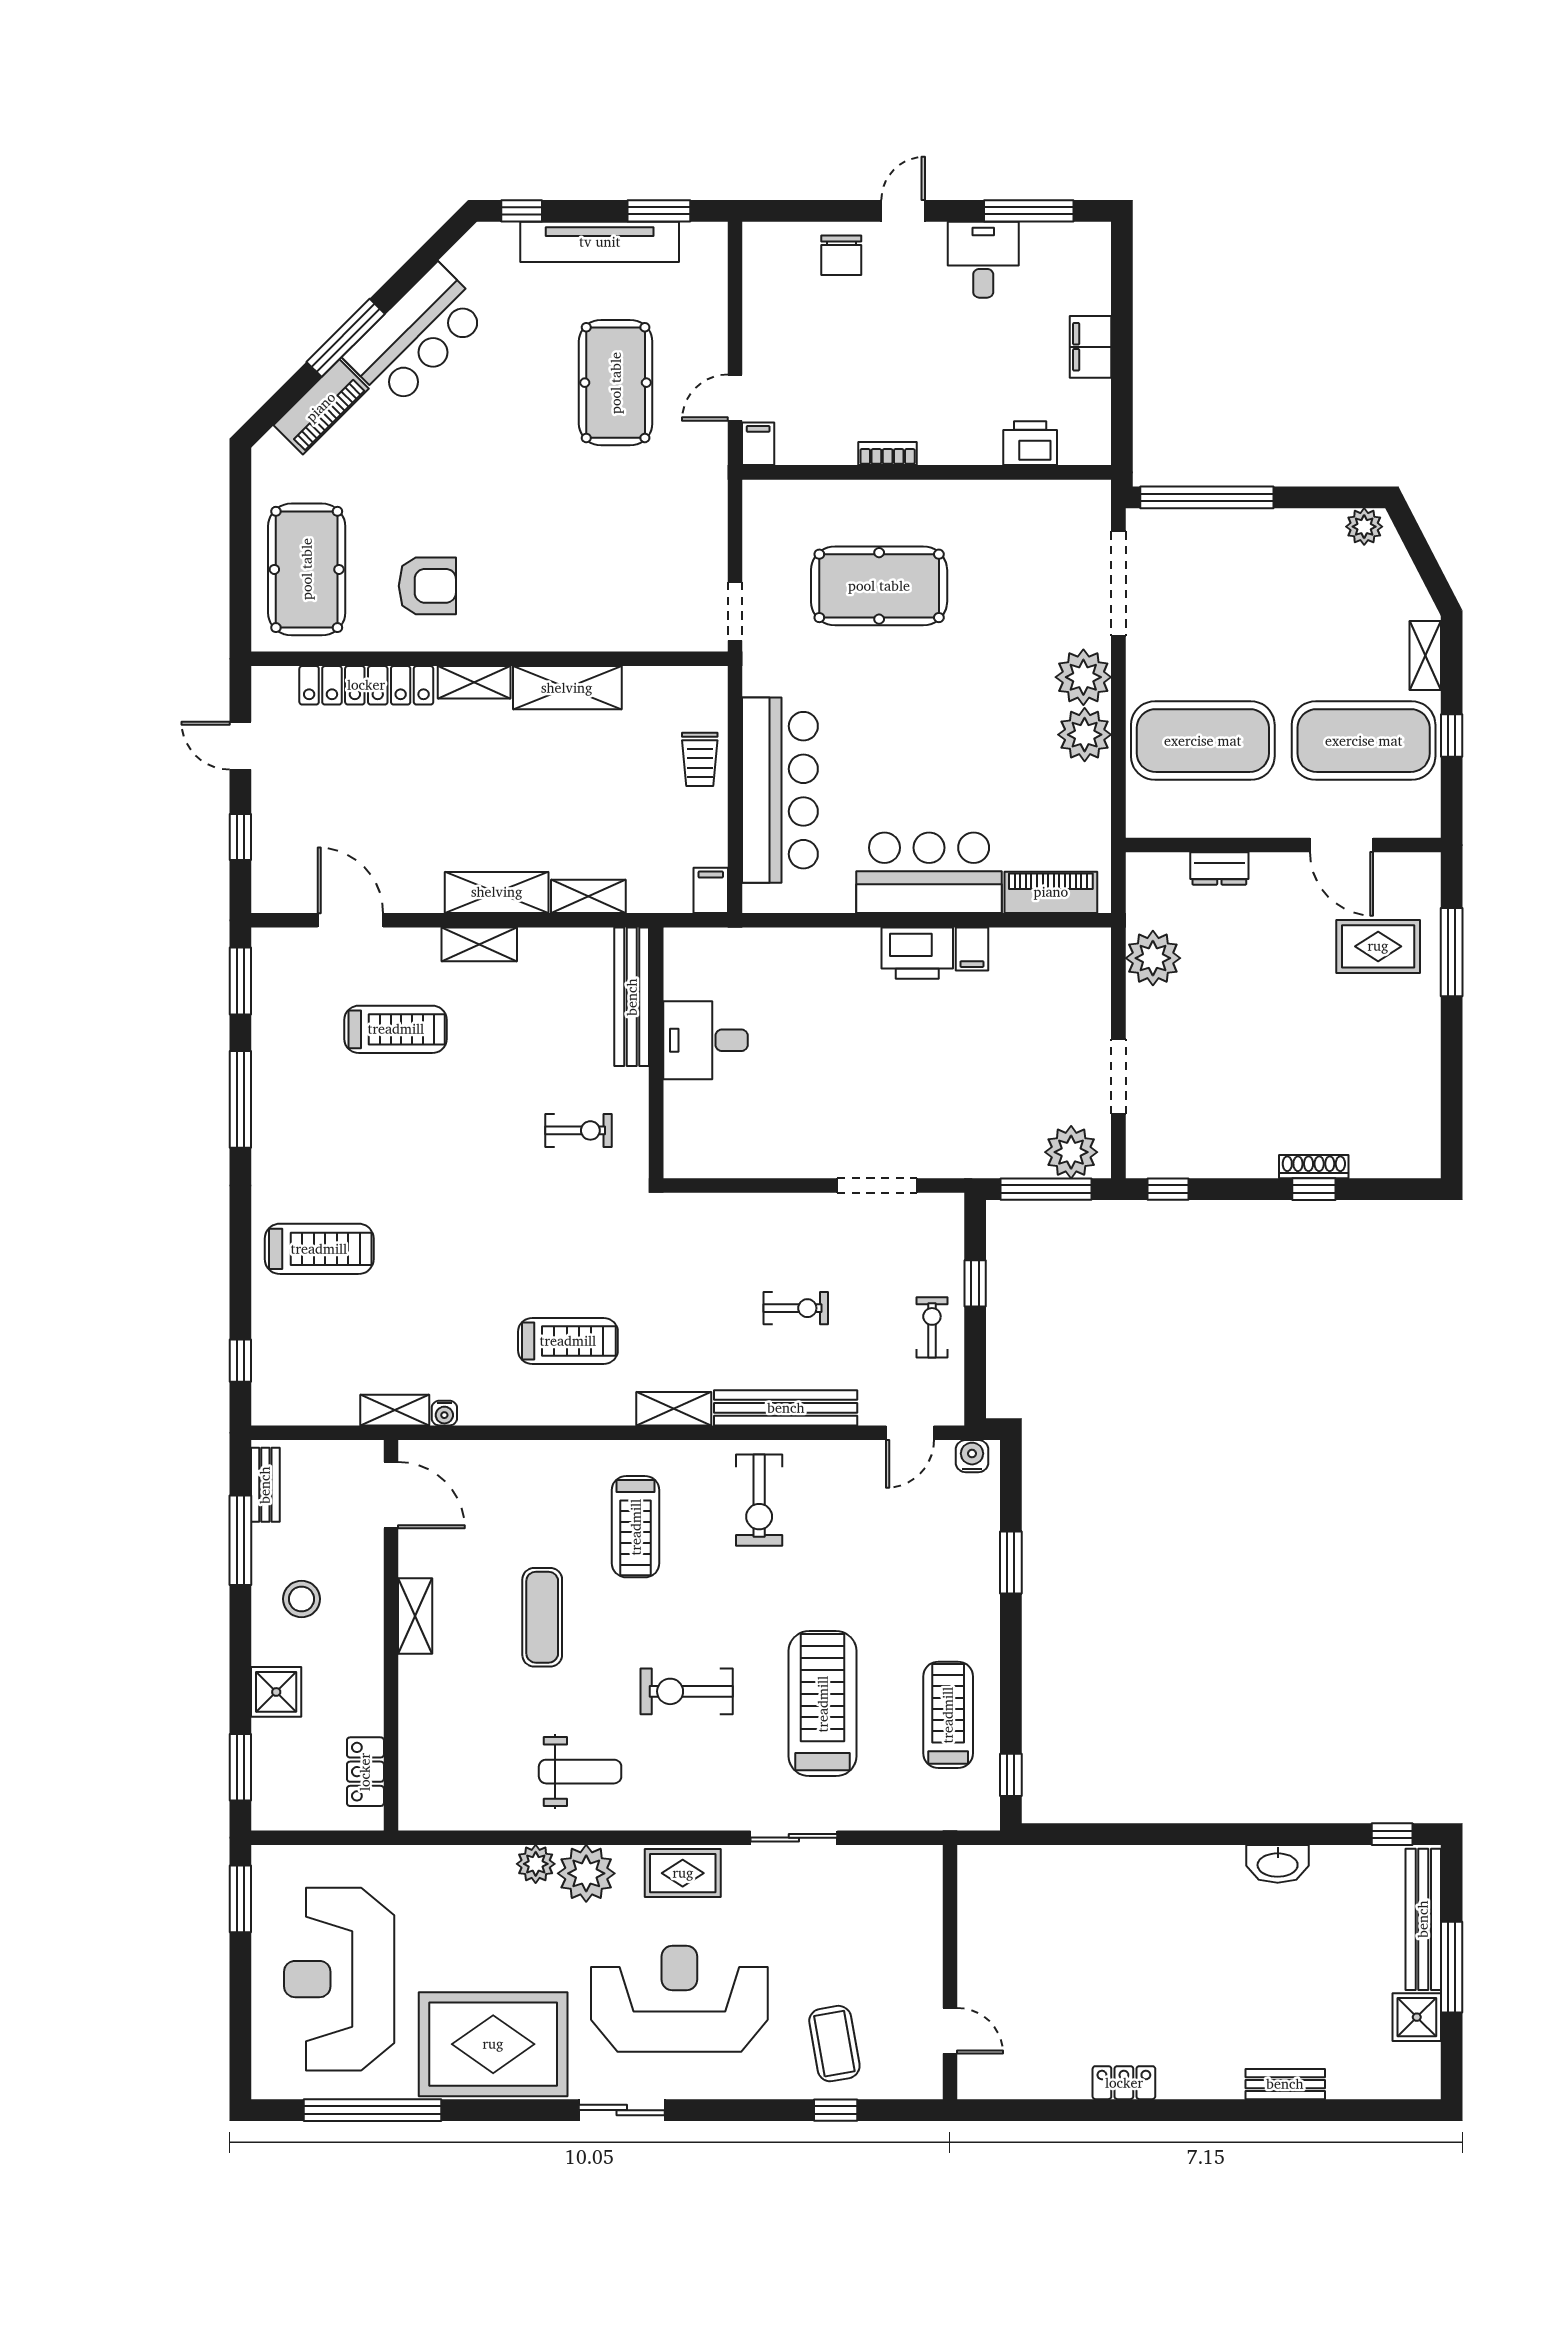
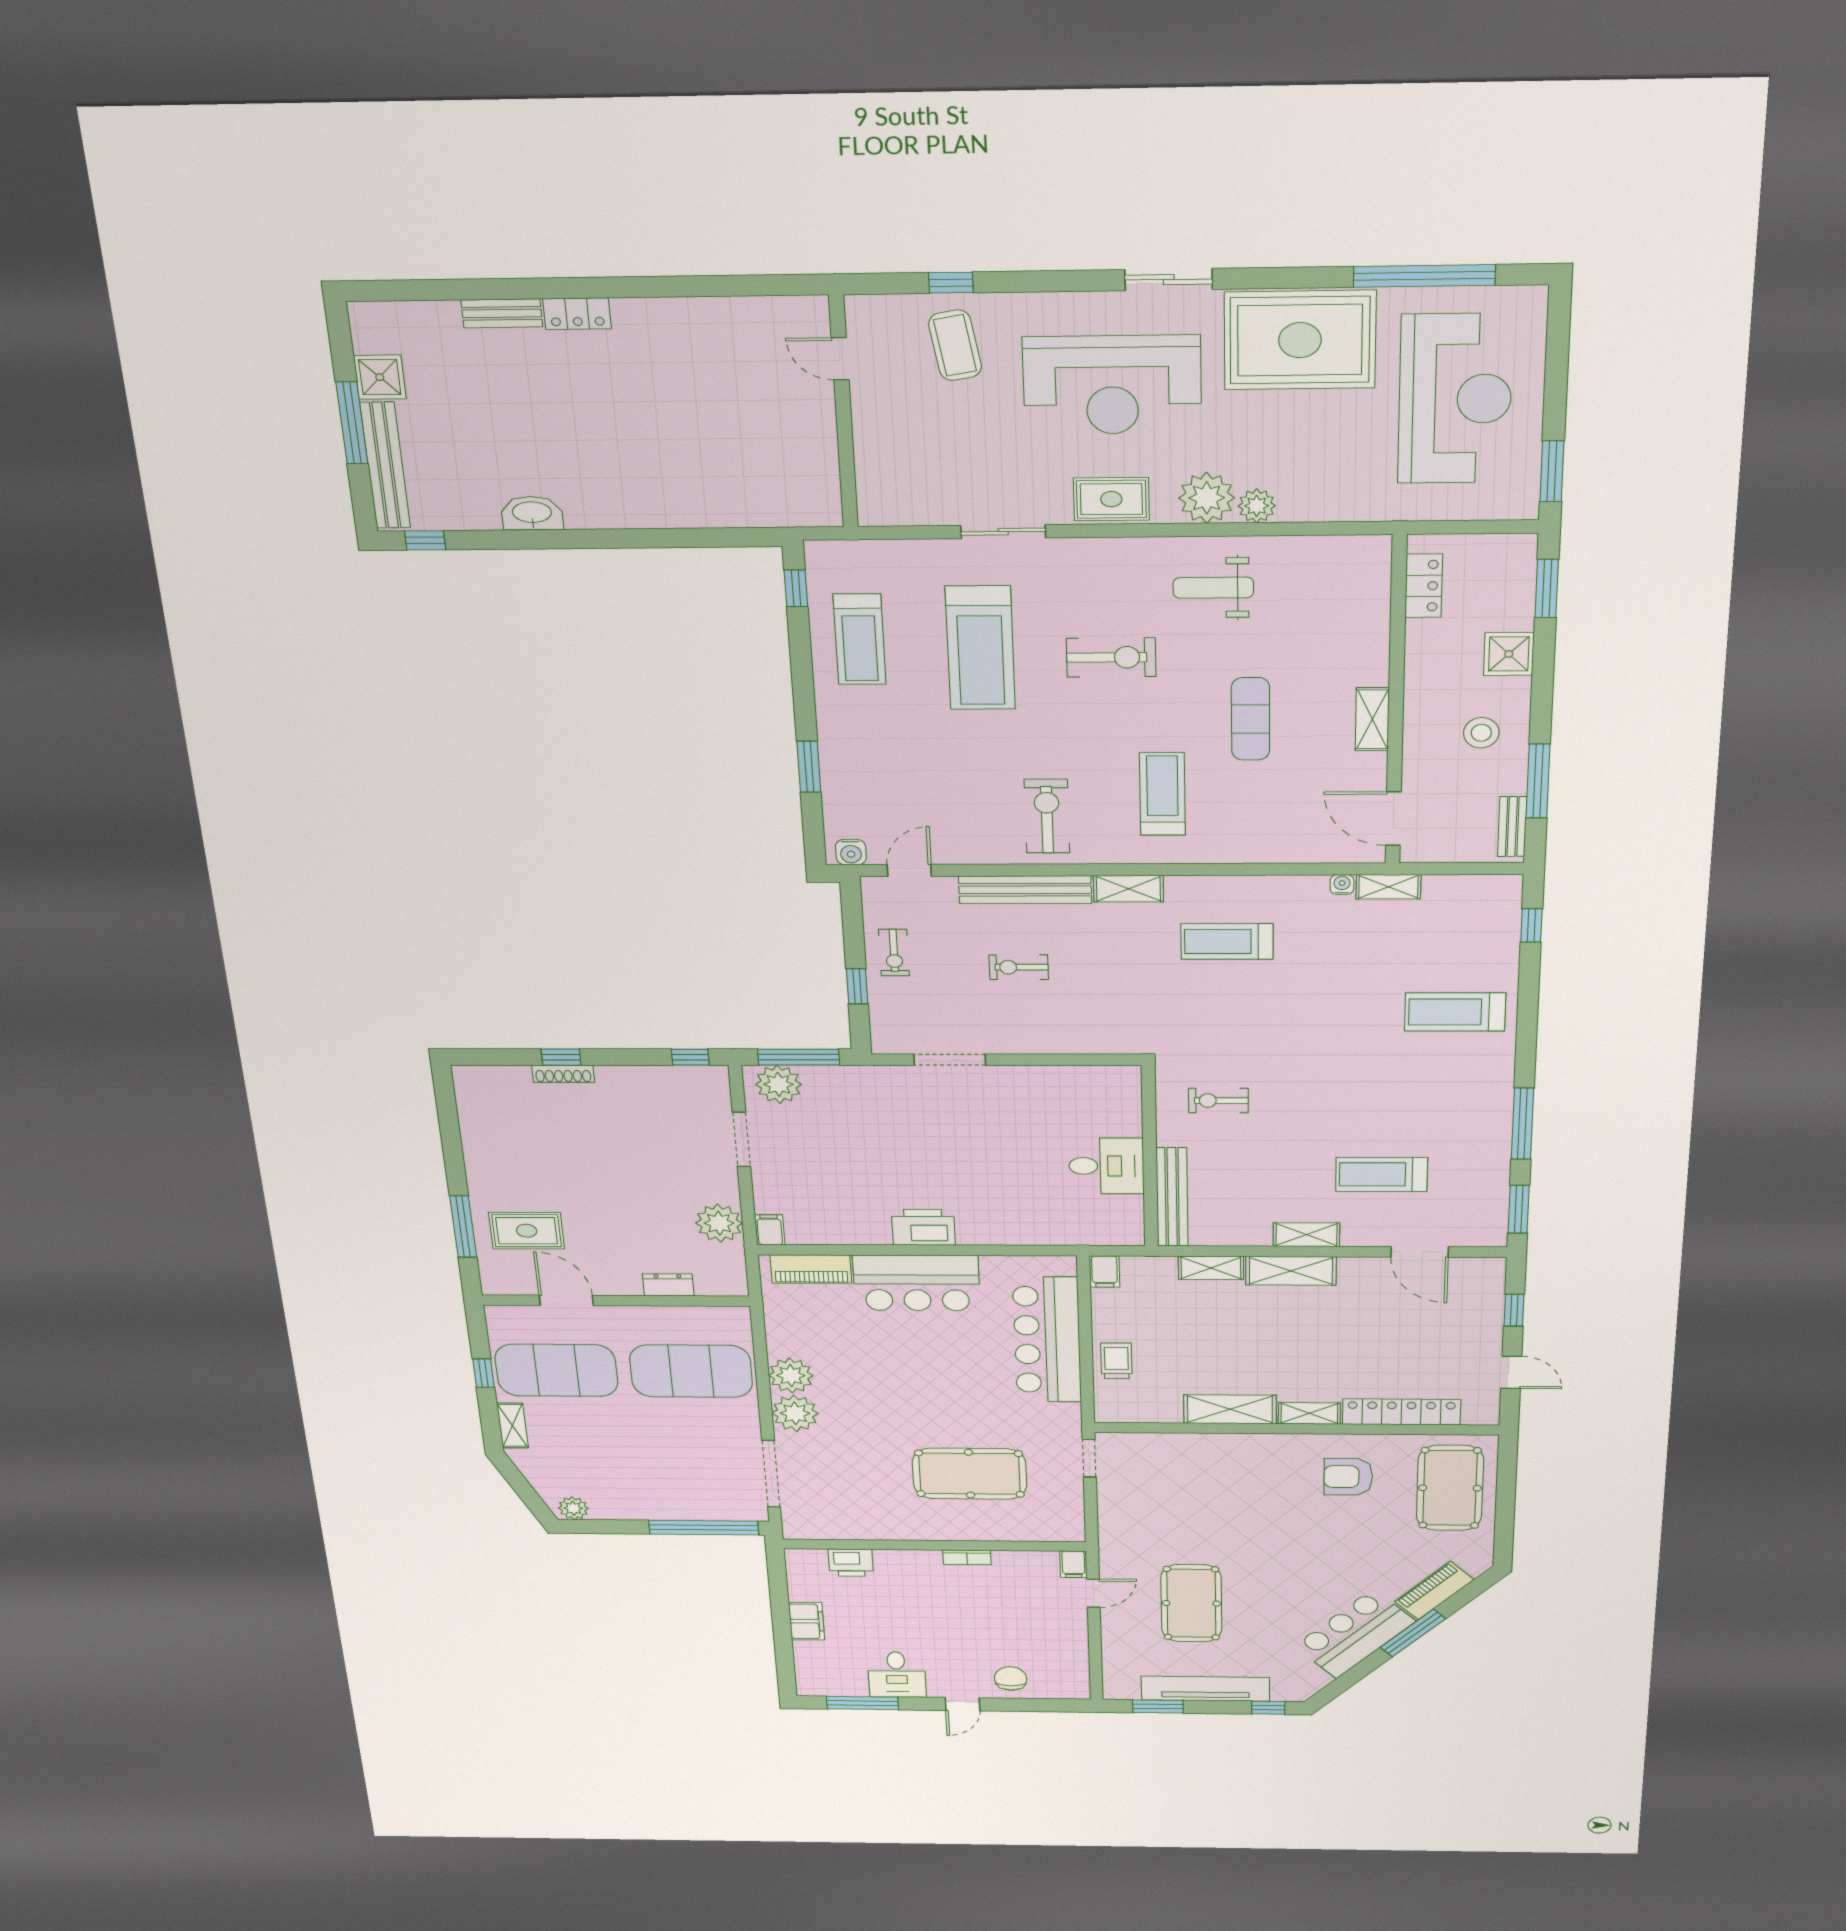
filing cabinet: (972, 949) -> (770, 1230), moved
locker: (1124, 2083) -> (577, 314), moved

